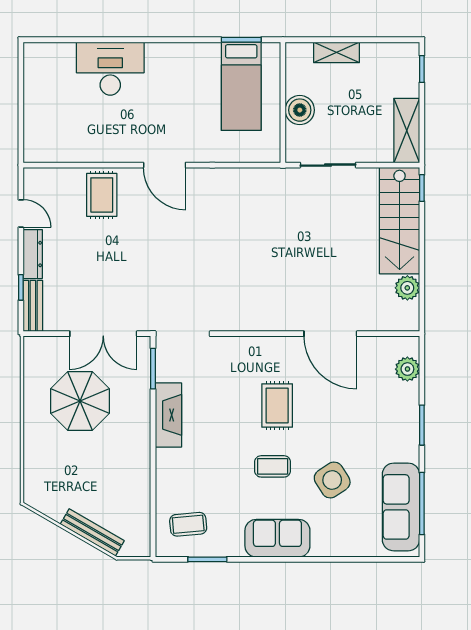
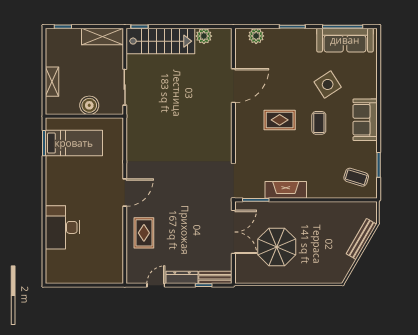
rug: (102, 195) -> (144, 233), turned 90
coffee table: (188, 524) -> (356, 177), turned -68

